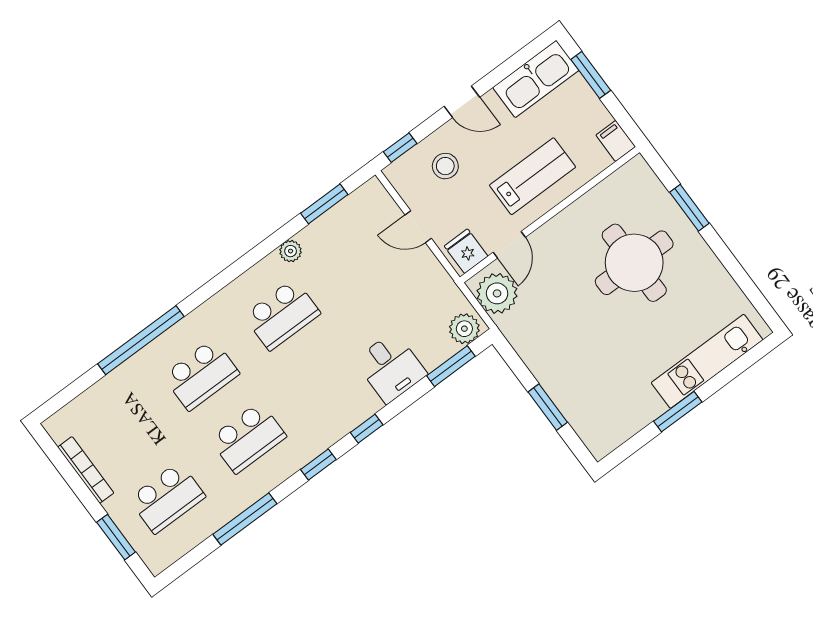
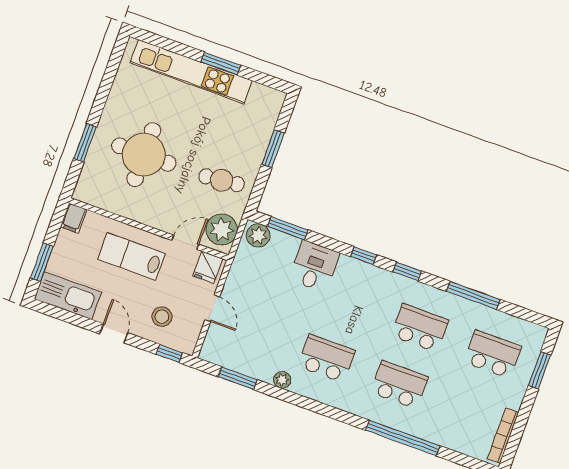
cafe table: (551, 329) -> (222, 180), added
kitchen unit: (707, 361) -> (191, 72), width x1.36
bookcase: (86, 470) -> (503, 436), moved

